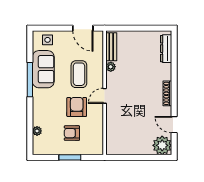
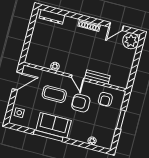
bench: (111, 47) -> (97, 77), moved
sofa: (43, 69) -> (54, 125), moved
armchair: (72, 133) -> (105, 99), moved

